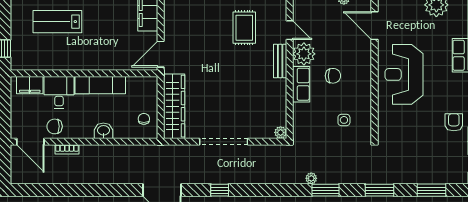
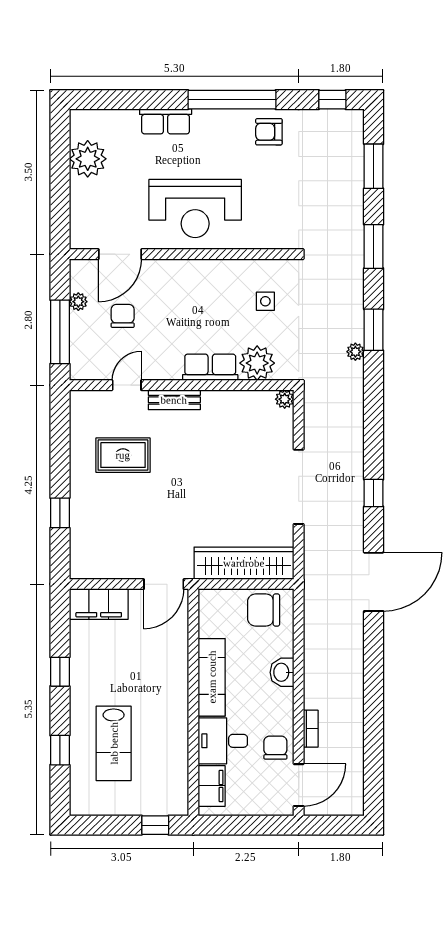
door: (161, 54) -> (164, 584), hinge flipped
plant: (304, 54) -> (257, 363), moved
chair: (333, 76) -> (123, 316), moved
chair: (144, 119) -> (264, 610), width x1.87, depth x1.87
chair: (55, 126) -> (275, 748), turned 180

